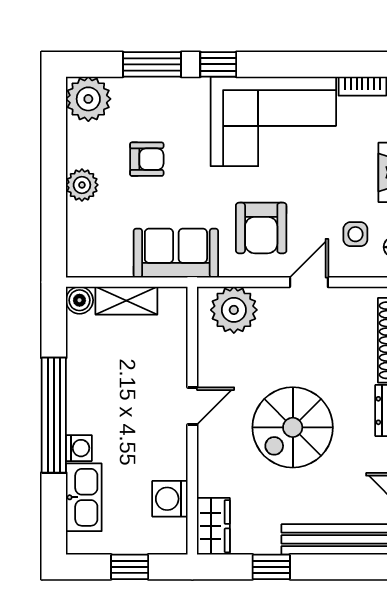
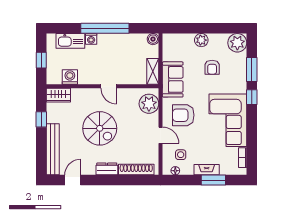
shelving: (126, 301) -> (153, 71), moved
spiral stairs: (293, 427) -> (100, 128), turned 180

